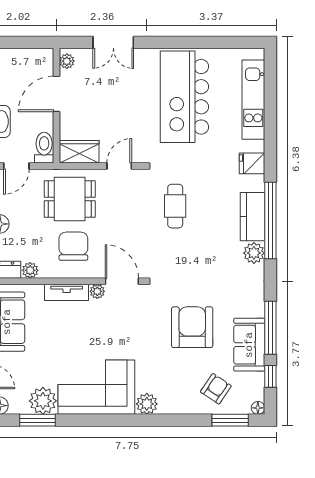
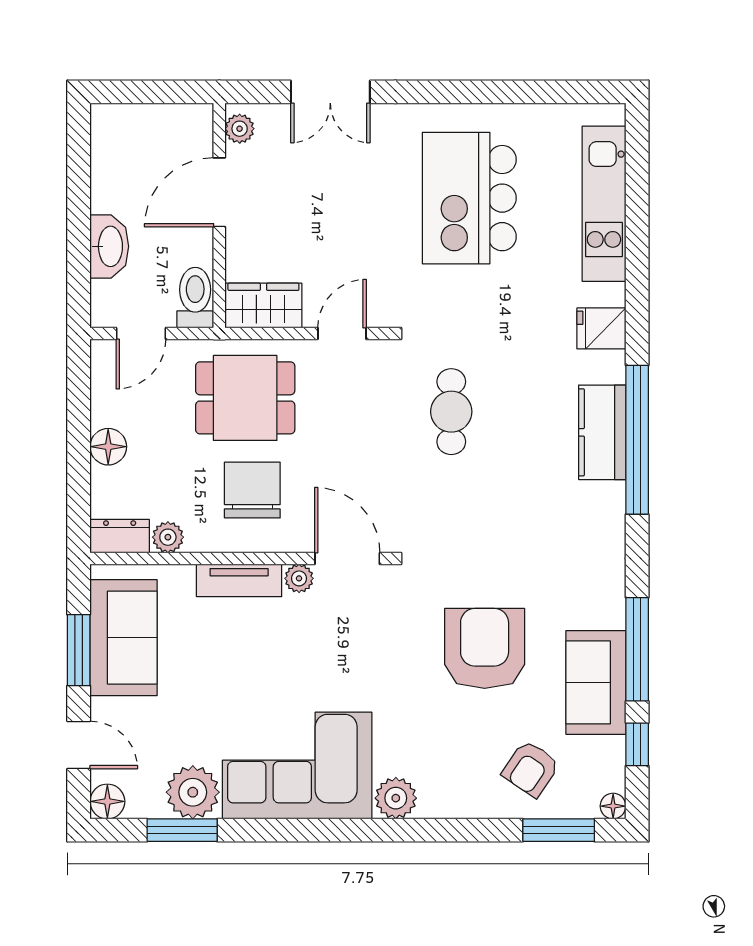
kitchen island: (184, 97) -> (469, 198), width x0.73
plant: (254, 253) -> (605, 503), removed
armchair: (216, 389) -> (531, 769), turned 180

